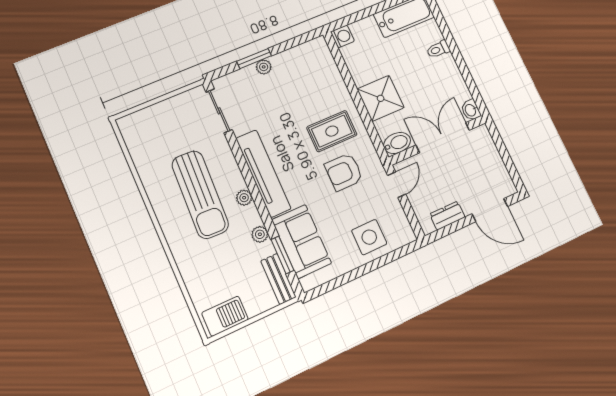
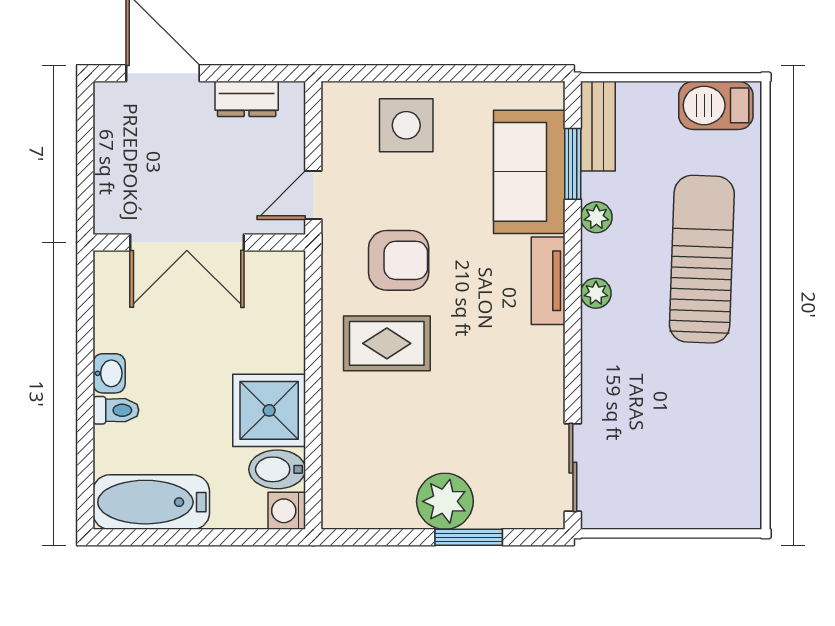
plant: (264, 67) -> (445, 501), width x1.87, depth x1.87
shower: (381, 98) -> (269, 410), moved
washbasin: (471, 110) -> (109, 373), moved
bidet: (397, 143) -> (277, 469), moved
tv unit: (263, 173) -> (548, 281), width x0.52, depth x0.78
sun lounger: (200, 195) -> (702, 259), moved

